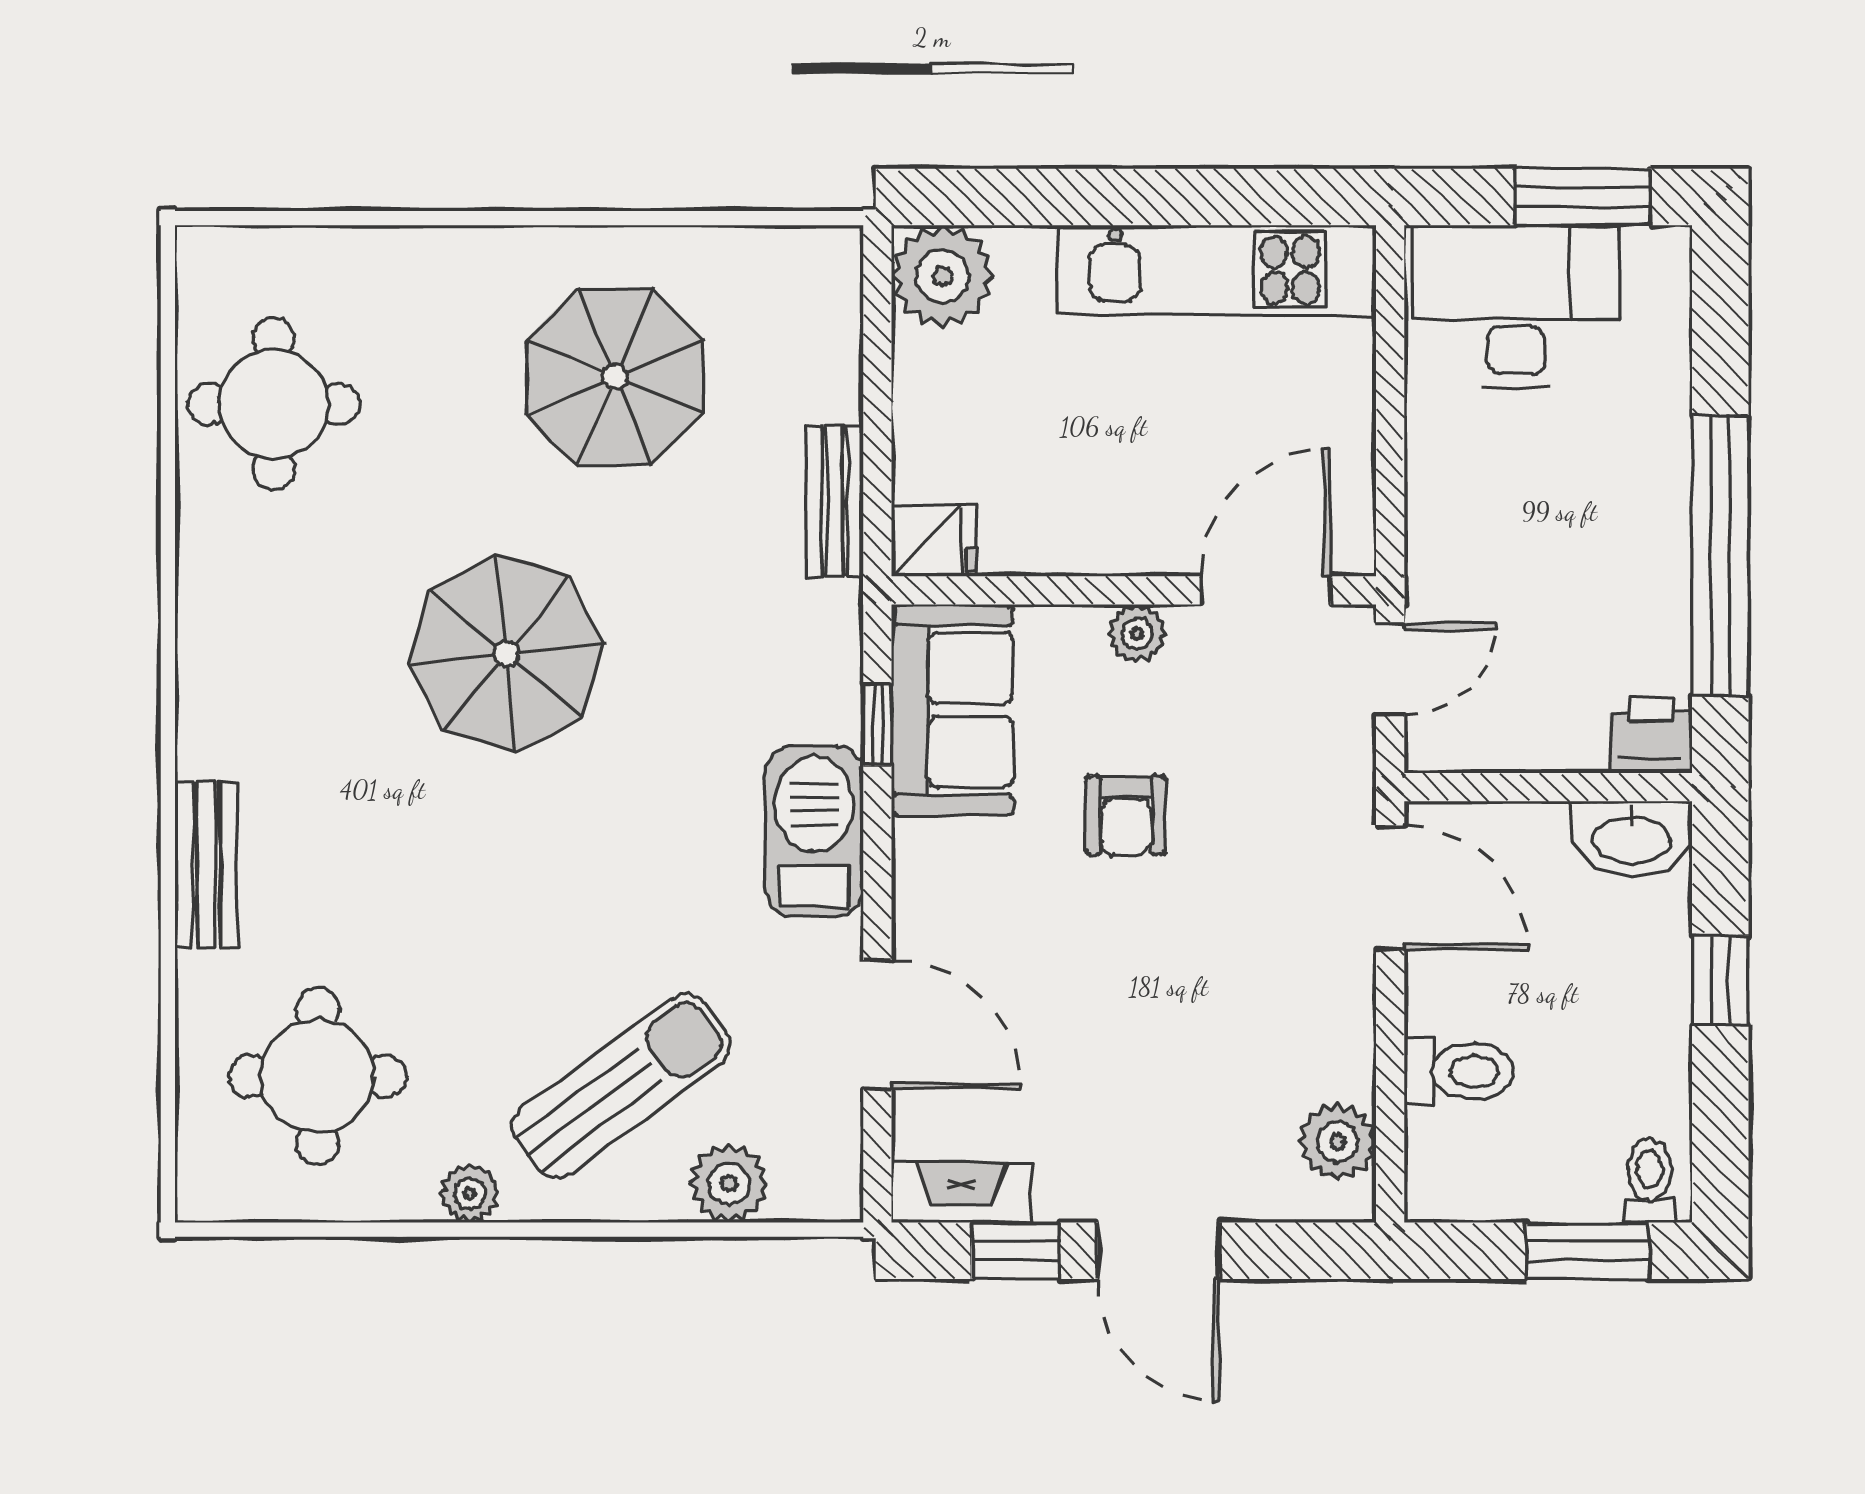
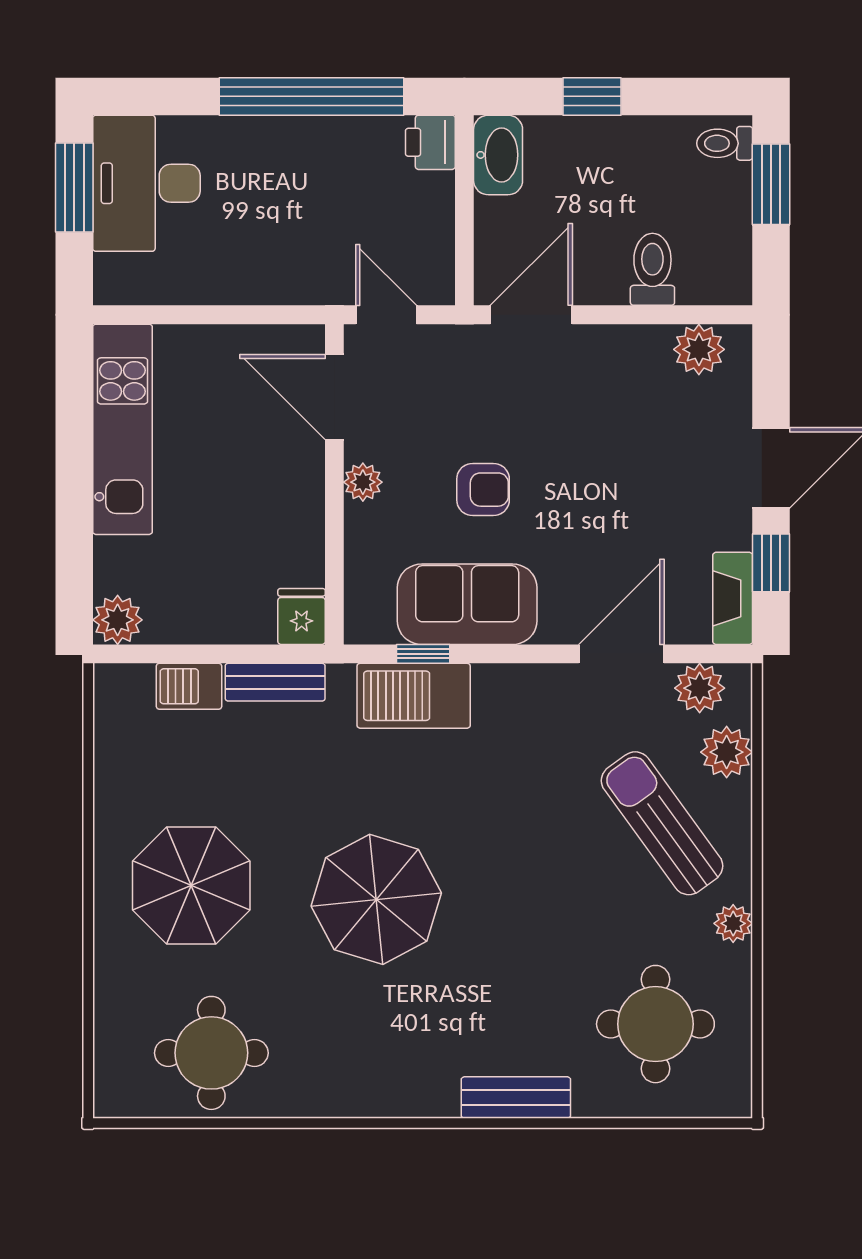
plant: (942, 276) -> (118, 620), width x0.73, depth x0.73
desk: (1516, 306) -> (146, 183), moved
barbecue: (828, 371) -> (189, 686), added
parasol: (615, 377) -> (191, 886), moved
sofa: (952, 710) -> (467, 604), moved
barbecue: (814, 831) -> (414, 696), moved
plant: (826, 1143) -> (700, 688), added

